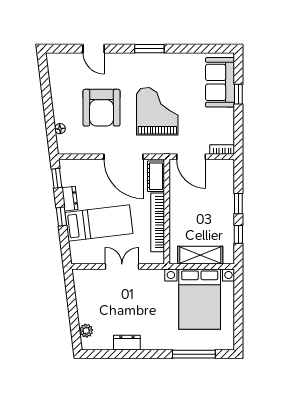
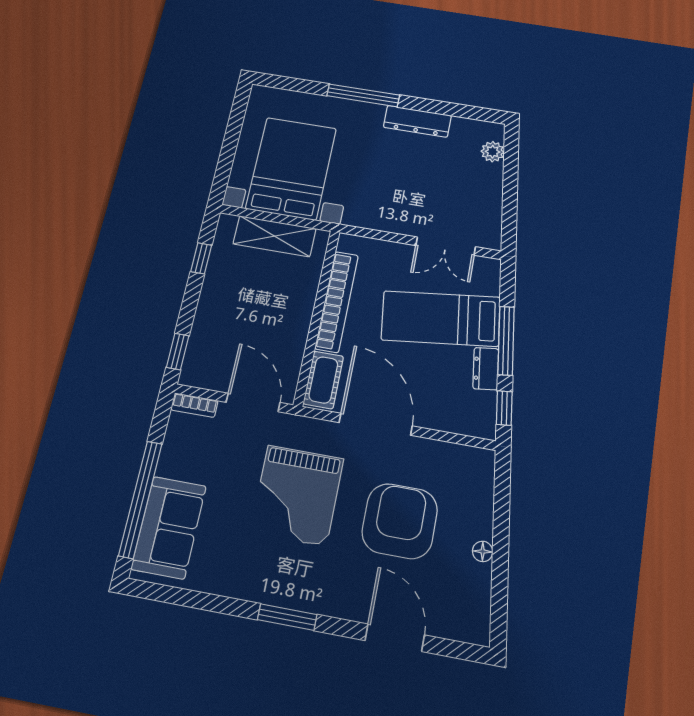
door: (94, 49) -> (395, 638), width x1.37
window: (238, 94) -> (140, 499), width x3.17
floor lamp: (60, 129) -> (483, 551), moved
window: (238, 204) -> (178, 352), moved
window: (61, 217) -> (506, 341), width x2.17
double door: (122, 267) -> (446, 246), moved
dresser: (127, 343) -> (417, 121), width x1.44
window: (194, 354) -> (363, 95), moved

